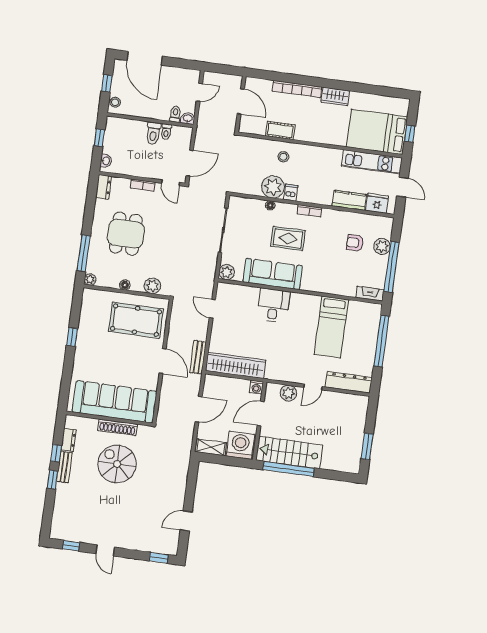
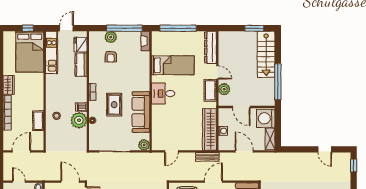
desk: (273, 305) -> (163, 93), moved
cot: (290, 374) -> (210, 90), added
washing machine: (256, 387) -> (223, 131), moved
stairs: (289, 452) -> (266, 54), moved

